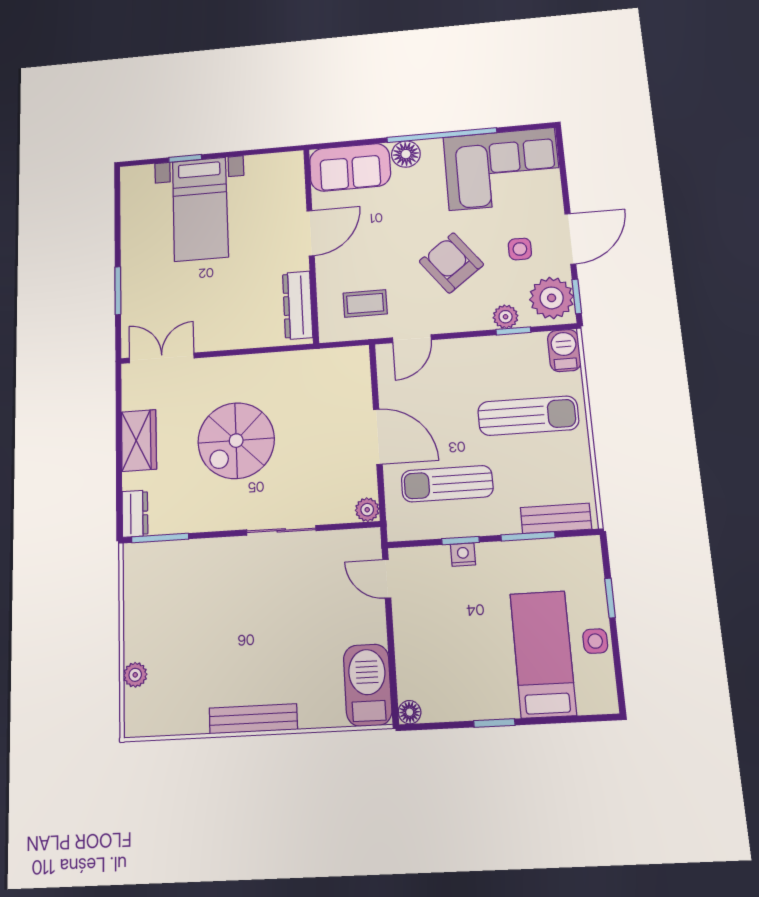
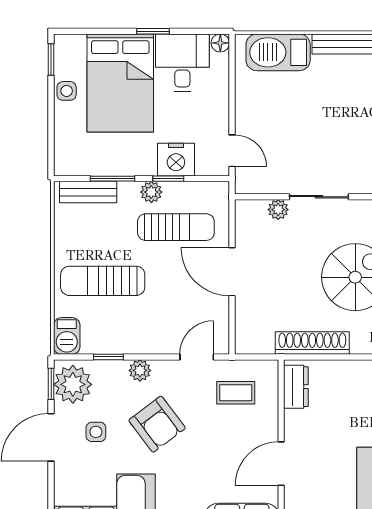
dresser: (298, 305) -> (296, 387), width x0.70
plant: (506, 317) -> (140, 370), moved
shoe rack: (282, 364) -> (312, 343), added
plant: (367, 510) -> (278, 210), moved
plant: (480, 523) -> (151, 192), added
nightstand: (463, 555) -> (176, 160), width x1.89, depth x1.79
window: (610, 598) -> (51, 59), moved
bed: (543, 654) -> (120, 83), width x1.50
desk: (455, 684) -> (182, 63), added
barbecue: (368, 685) -> (278, 52), moved, turned 90

